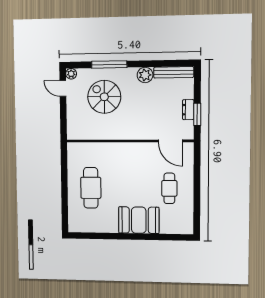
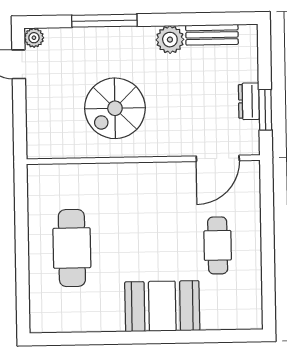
bench: (174, 72) -> (212, 35), width x0.73
spiral stairs: (104, 97) -> (115, 108), moved, turned -90
door: (170, 141) -> (218, 158), hinge flipped

